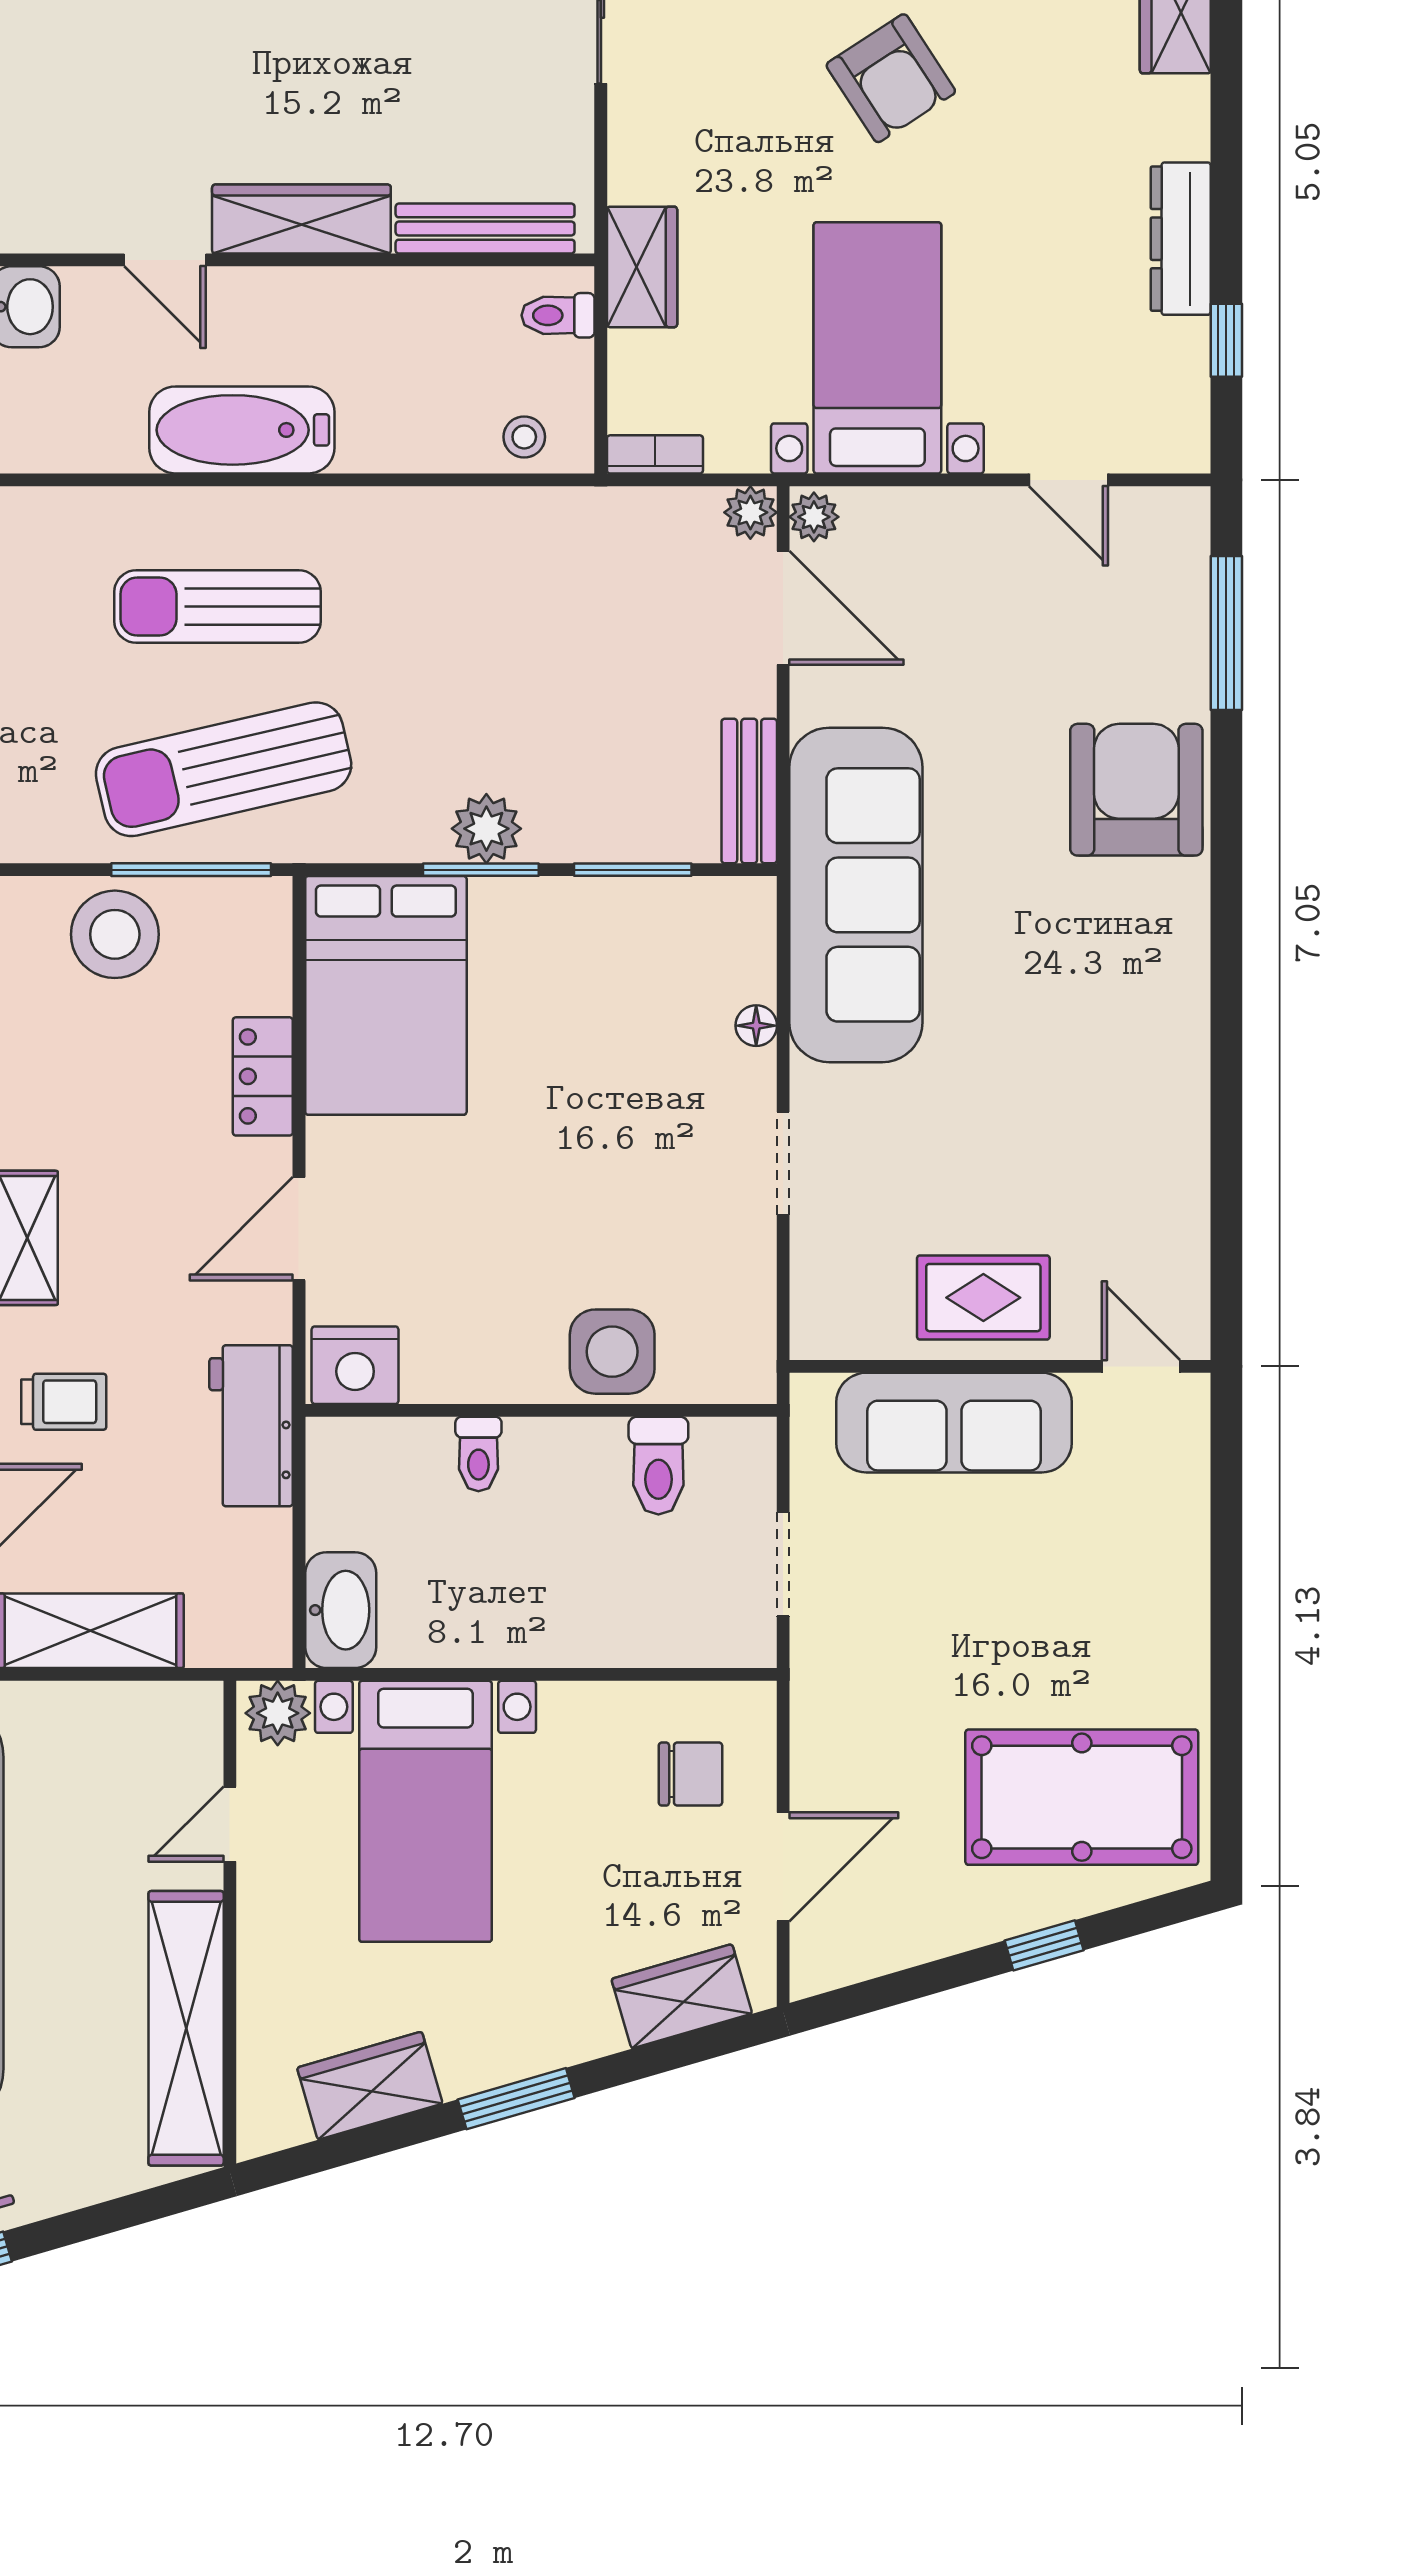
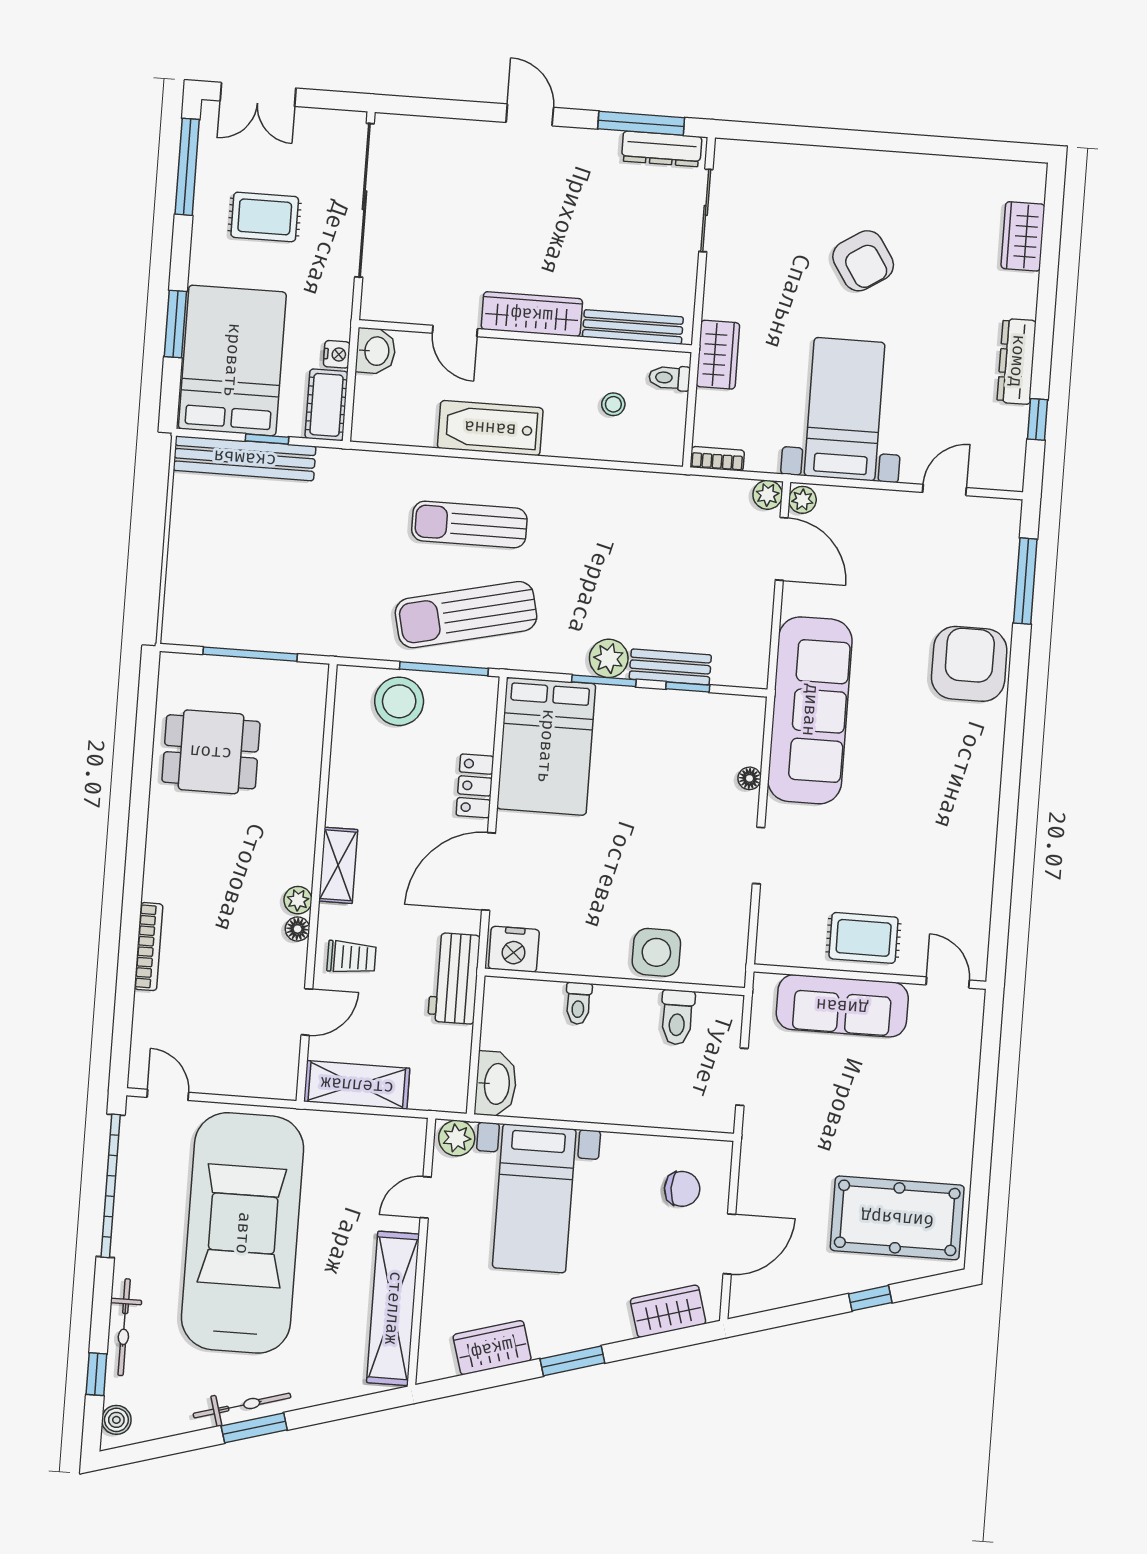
stool: (524, 437) -> (613, 404), moved
door: (1069, 480) -> (945, 490), swing flipped
bench: (749, 791) -> (670, 667), moved, turned 90
window: (633, 870) -> (688, 687), width x0.67
door: (299, 1229) -> (489, 872), width x1.36

